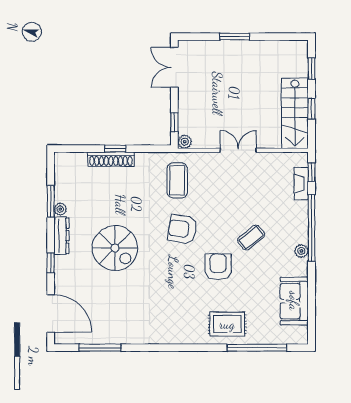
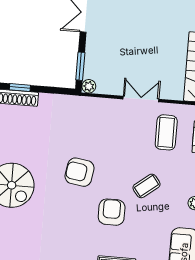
window: (174, 122) -> (80, 66), width x1.50
coffee table: (177, 180) -> (166, 132), moved

